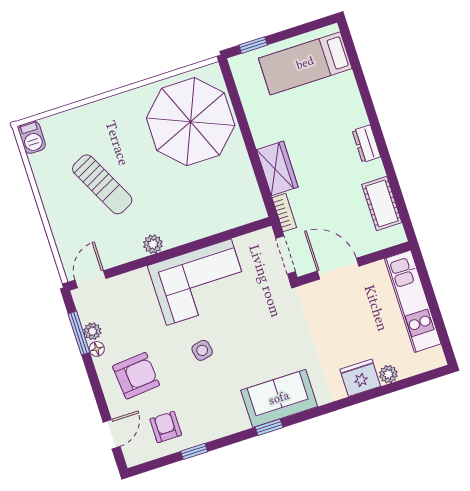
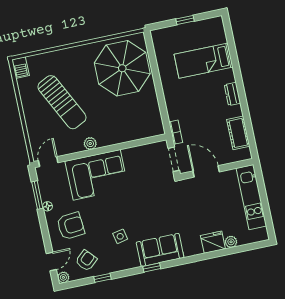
window: (253, 45) -> (185, 20), moved
bed: (305, 63) -> (204, 61), moved
wardrobe: (277, 168) -> (174, 104), removed
sun lounger: (102, 184) -> (62, 102), width x1.36, depth x1.34
corner sofa: (199, 282) -> (97, 175), moved
plant: (92, 331) -> (63, 277), moved
side table: (202, 350) -> (120, 236), moved
armchair: (166, 427) -> (86, 260), turned 48

